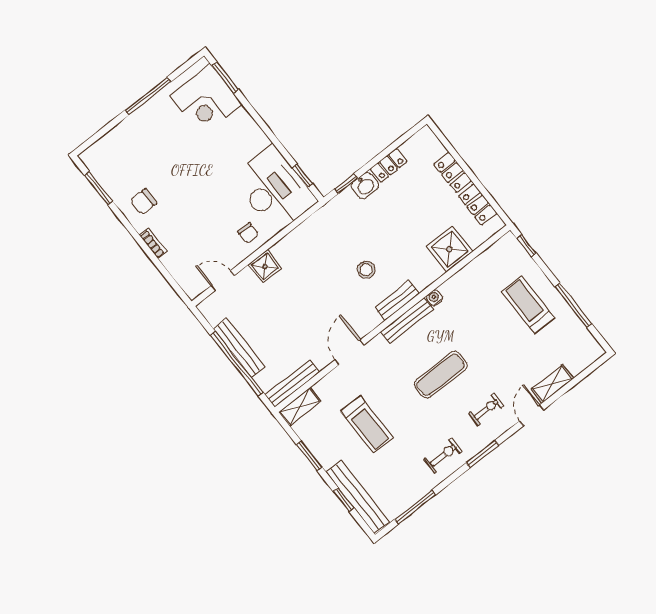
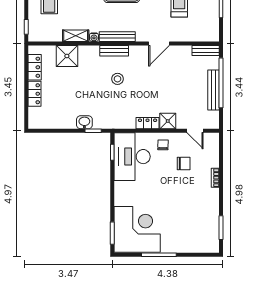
corner desk: (206, 100) -> (137, 229), width x1.36, depth x1.36
locker: (389, 165) -> (148, 123), moved
chair: (143, 202) -> (184, 164), moved
bench: (292, 384) -> (206, 50), width x0.73
shelving: (300, 407) -> (76, 36), moved

